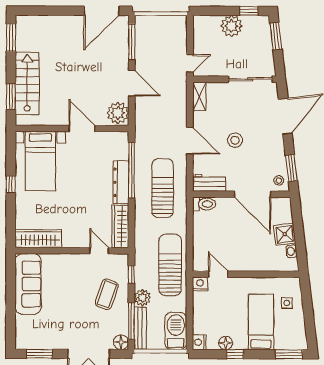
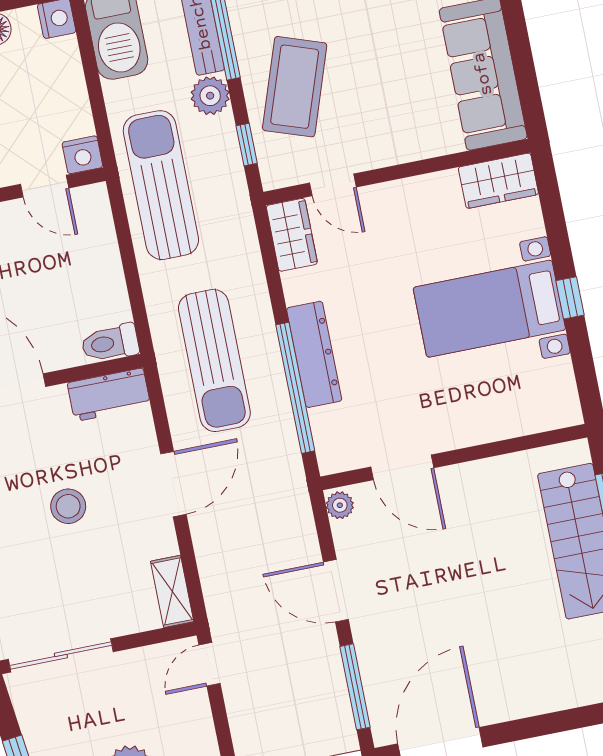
plant: (118, 113) -> (340, 505), width x0.53, depth x0.53
door: (82, 128) -> (402, 467), moved
door: (190, 141) -> (173, 484), swing flipped
bed with nightstands: (40, 161) -> (489, 309), moved, turned -90
wardrobe: (120, 226) -> (292, 235), width x0.67
wardrobe: (38, 239) -> (498, 181), width x0.67
sun lounger: (170, 265) -> (161, 185), turned 180
coffee table: (107, 294) -> (295, 87), width x1.36, depth x1.32

